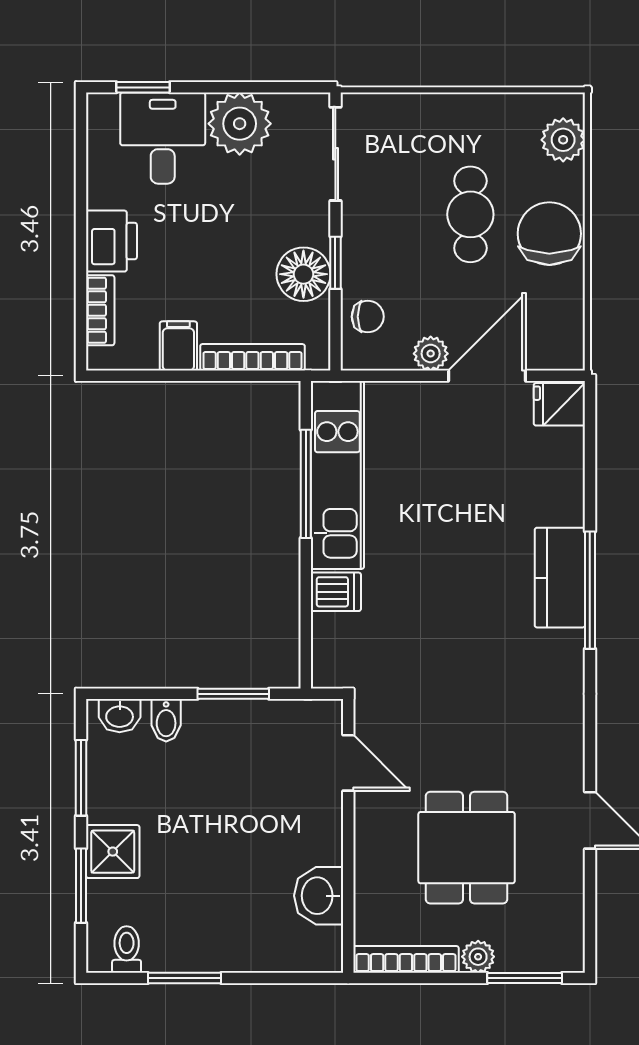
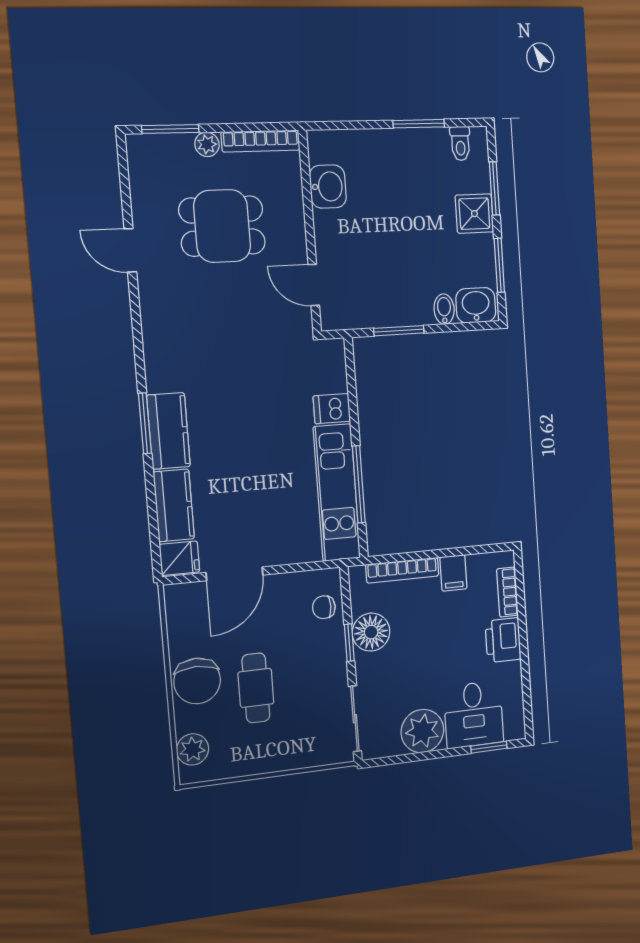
plant: (431, 354) -> (277, 586), removed
kitchen counter: (561, 477) -> (174, 505), added
window: (590, 590) -> (145, 423), width x0.69
washbasin: (120, 716) -> (476, 305), width x1.38, depth x1.45
dining table: (467, 848) -> (222, 226), turned 90

